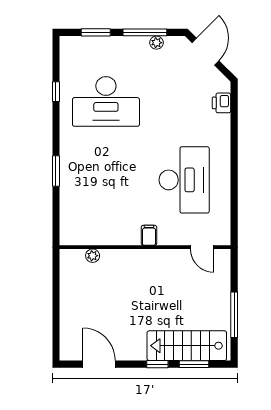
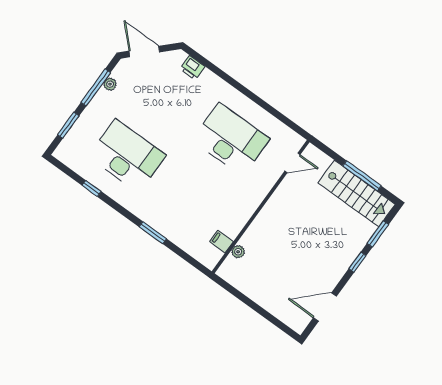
desk: (106, 101) -> (127, 156), turned -90
filing cabinet: (149, 235) -> (221, 242), moved
stairs: (187, 346) -> (357, 194), moved, turned -90

